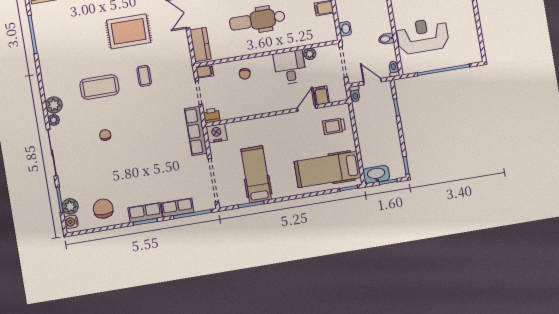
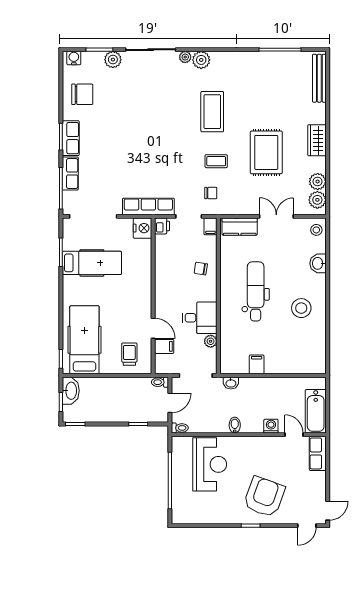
bidet: (386, 39) -> (235, 425), moved
chair: (105, 135) -> (211, 193), moved
plant: (70, 206) -> (113, 60), moved

